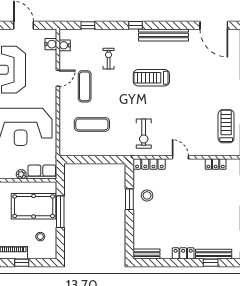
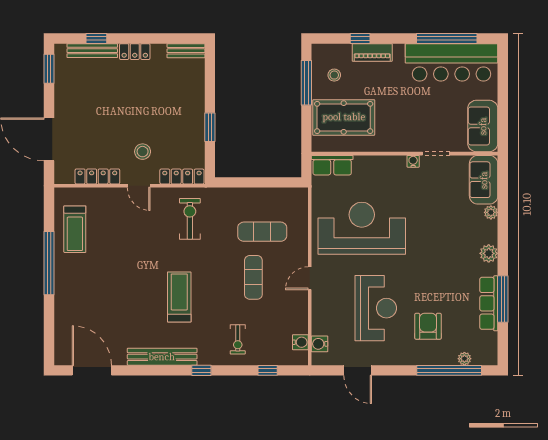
exercise bike: (109, 59) -> (238, 339), moved
door: (58, 78) -> (310, 278), moved
treadmill: (151, 78) -> (179, 297), turned -90
exercise mat: (85, 86) -> (253, 277), moved
locker: (216, 164) -> (97, 176), width x1.53
plant: (21, 174) -> (361, 162), removed
stool: (147, 195) -> (143, 152), moved
window: (60, 212) -> (306, 83), moved

